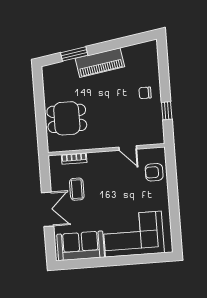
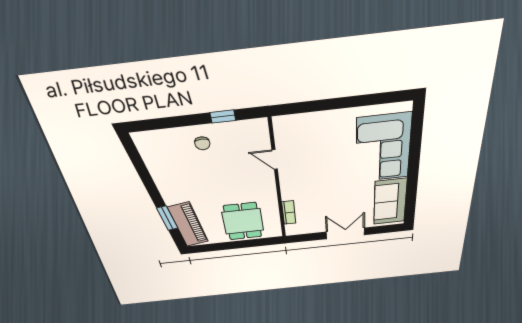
piano: (100, 63) -> (188, 225), moved
door: (128, 148) -> (275, 159), swing flipped
armchair: (154, 172) -> (305, 128), removed
coffee table: (77, 189) -> (324, 208), removed

